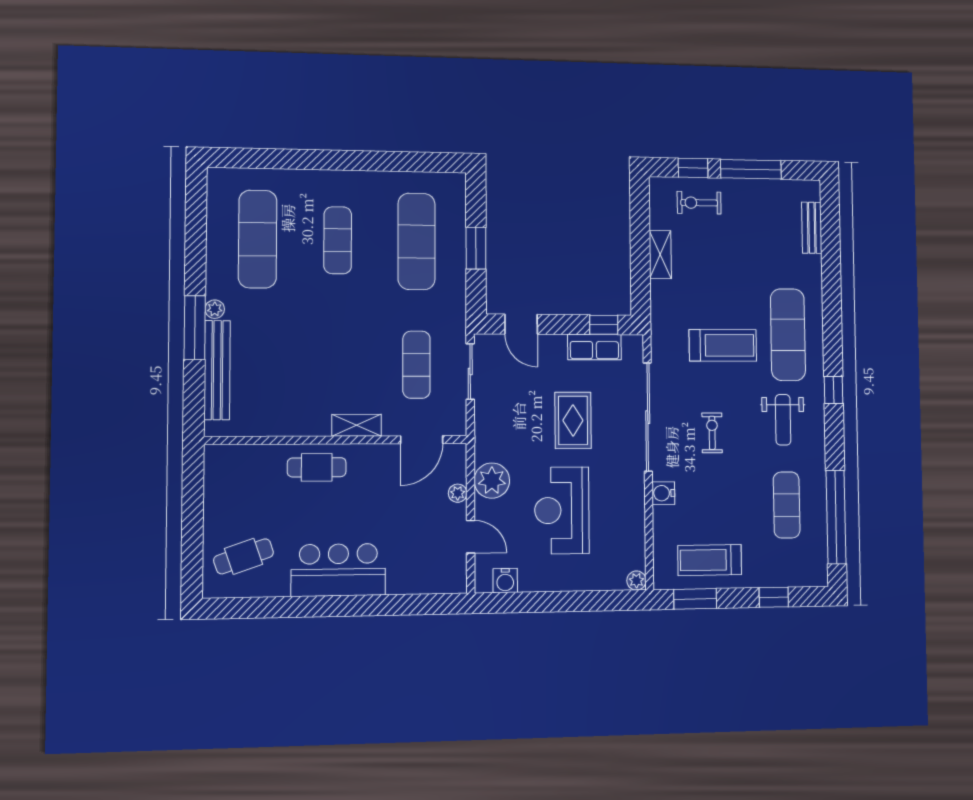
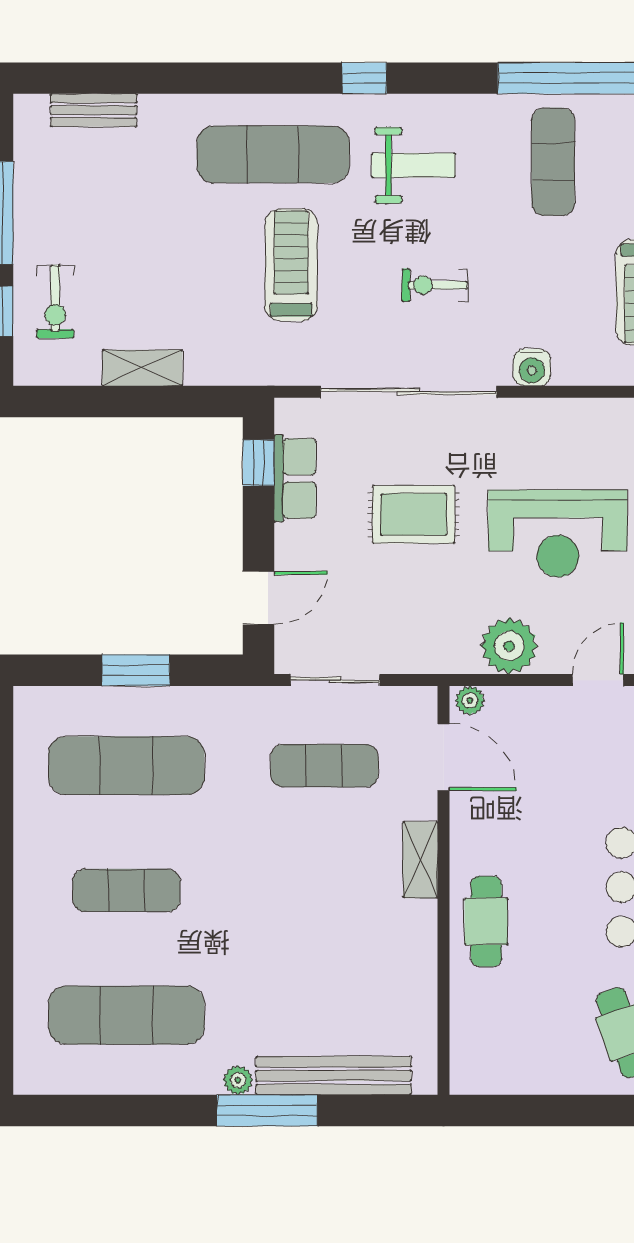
plant: (458, 493) -> (470, 700), moved
exercise mat: (787, 505) -> (553, 162), turned 90

